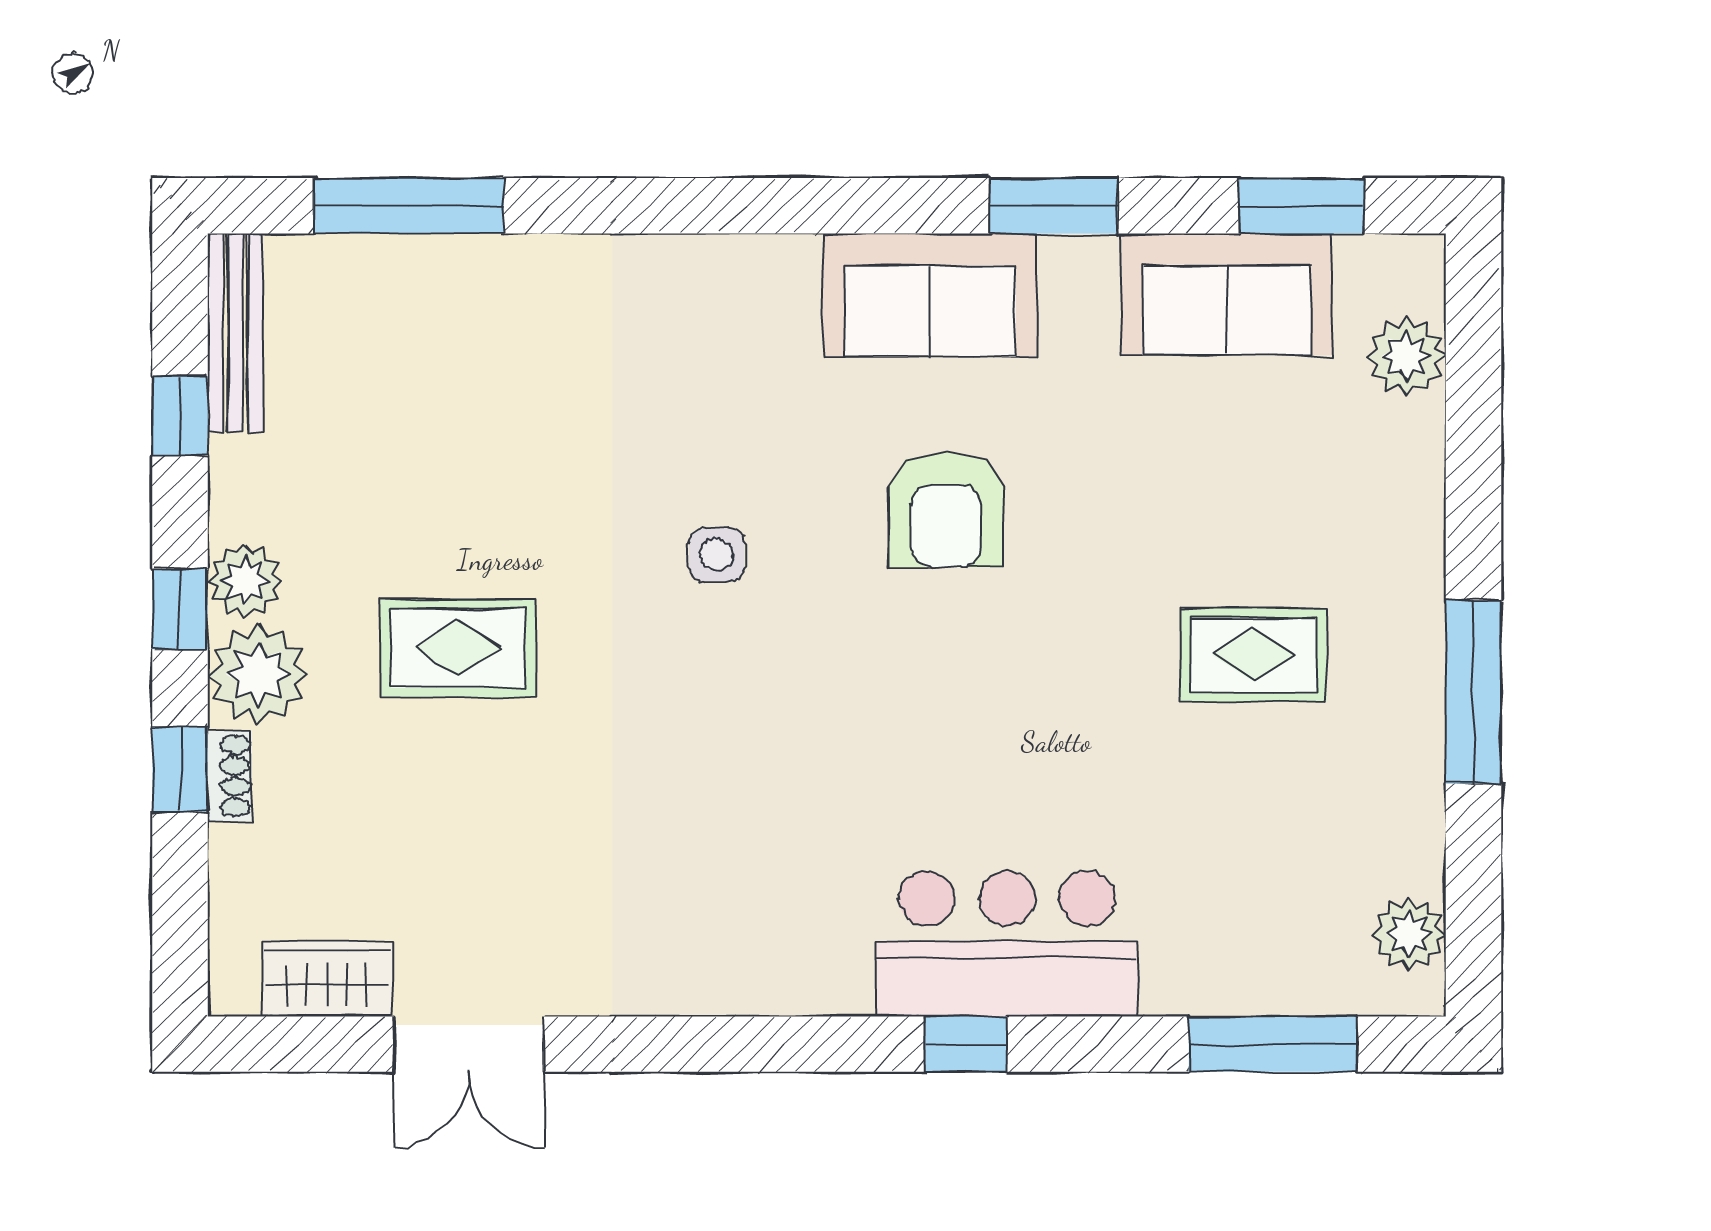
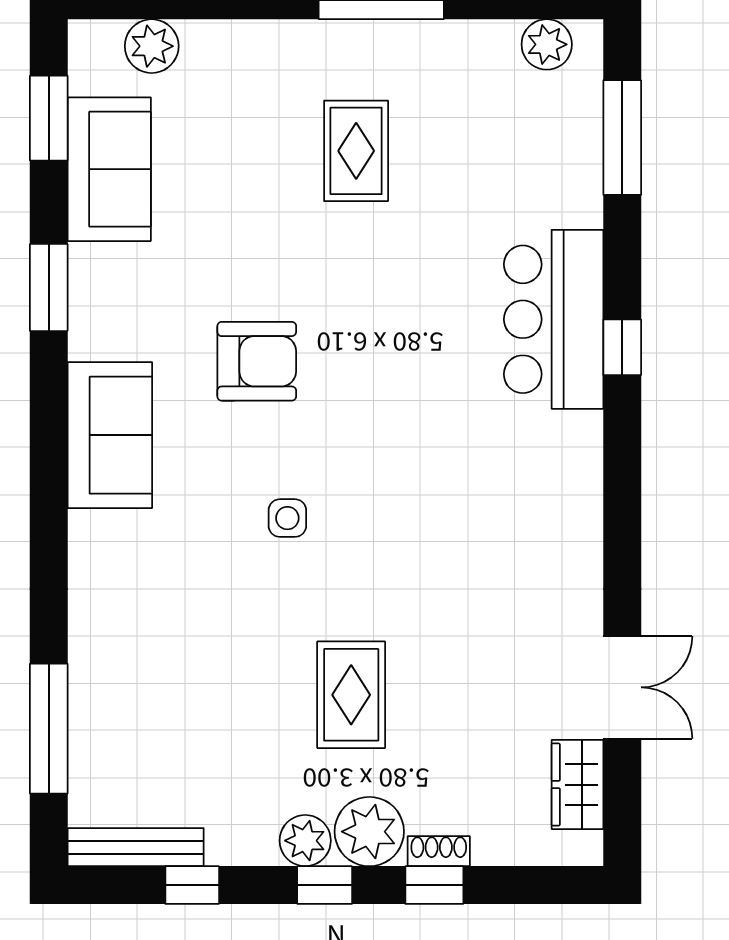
sofa: (930, 295) -> (110, 435), moved

